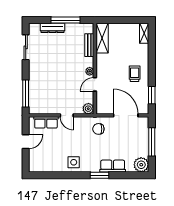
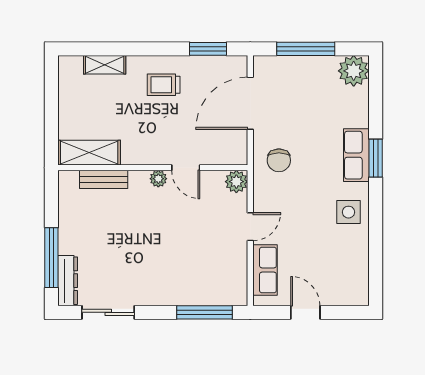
window: (66, 20) -> (51, 258), moved
dresser: (52, 28) -> (68, 281), moved
shelving: (144, 33) -> (105, 65), moved
row of seats: (113, 166) -> (356, 155), moved

